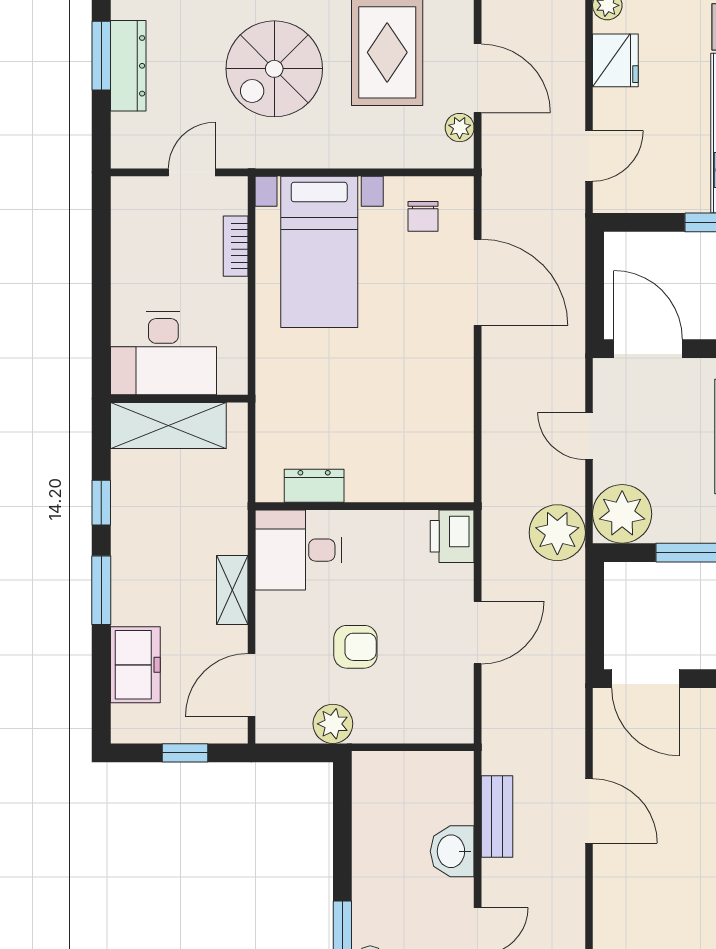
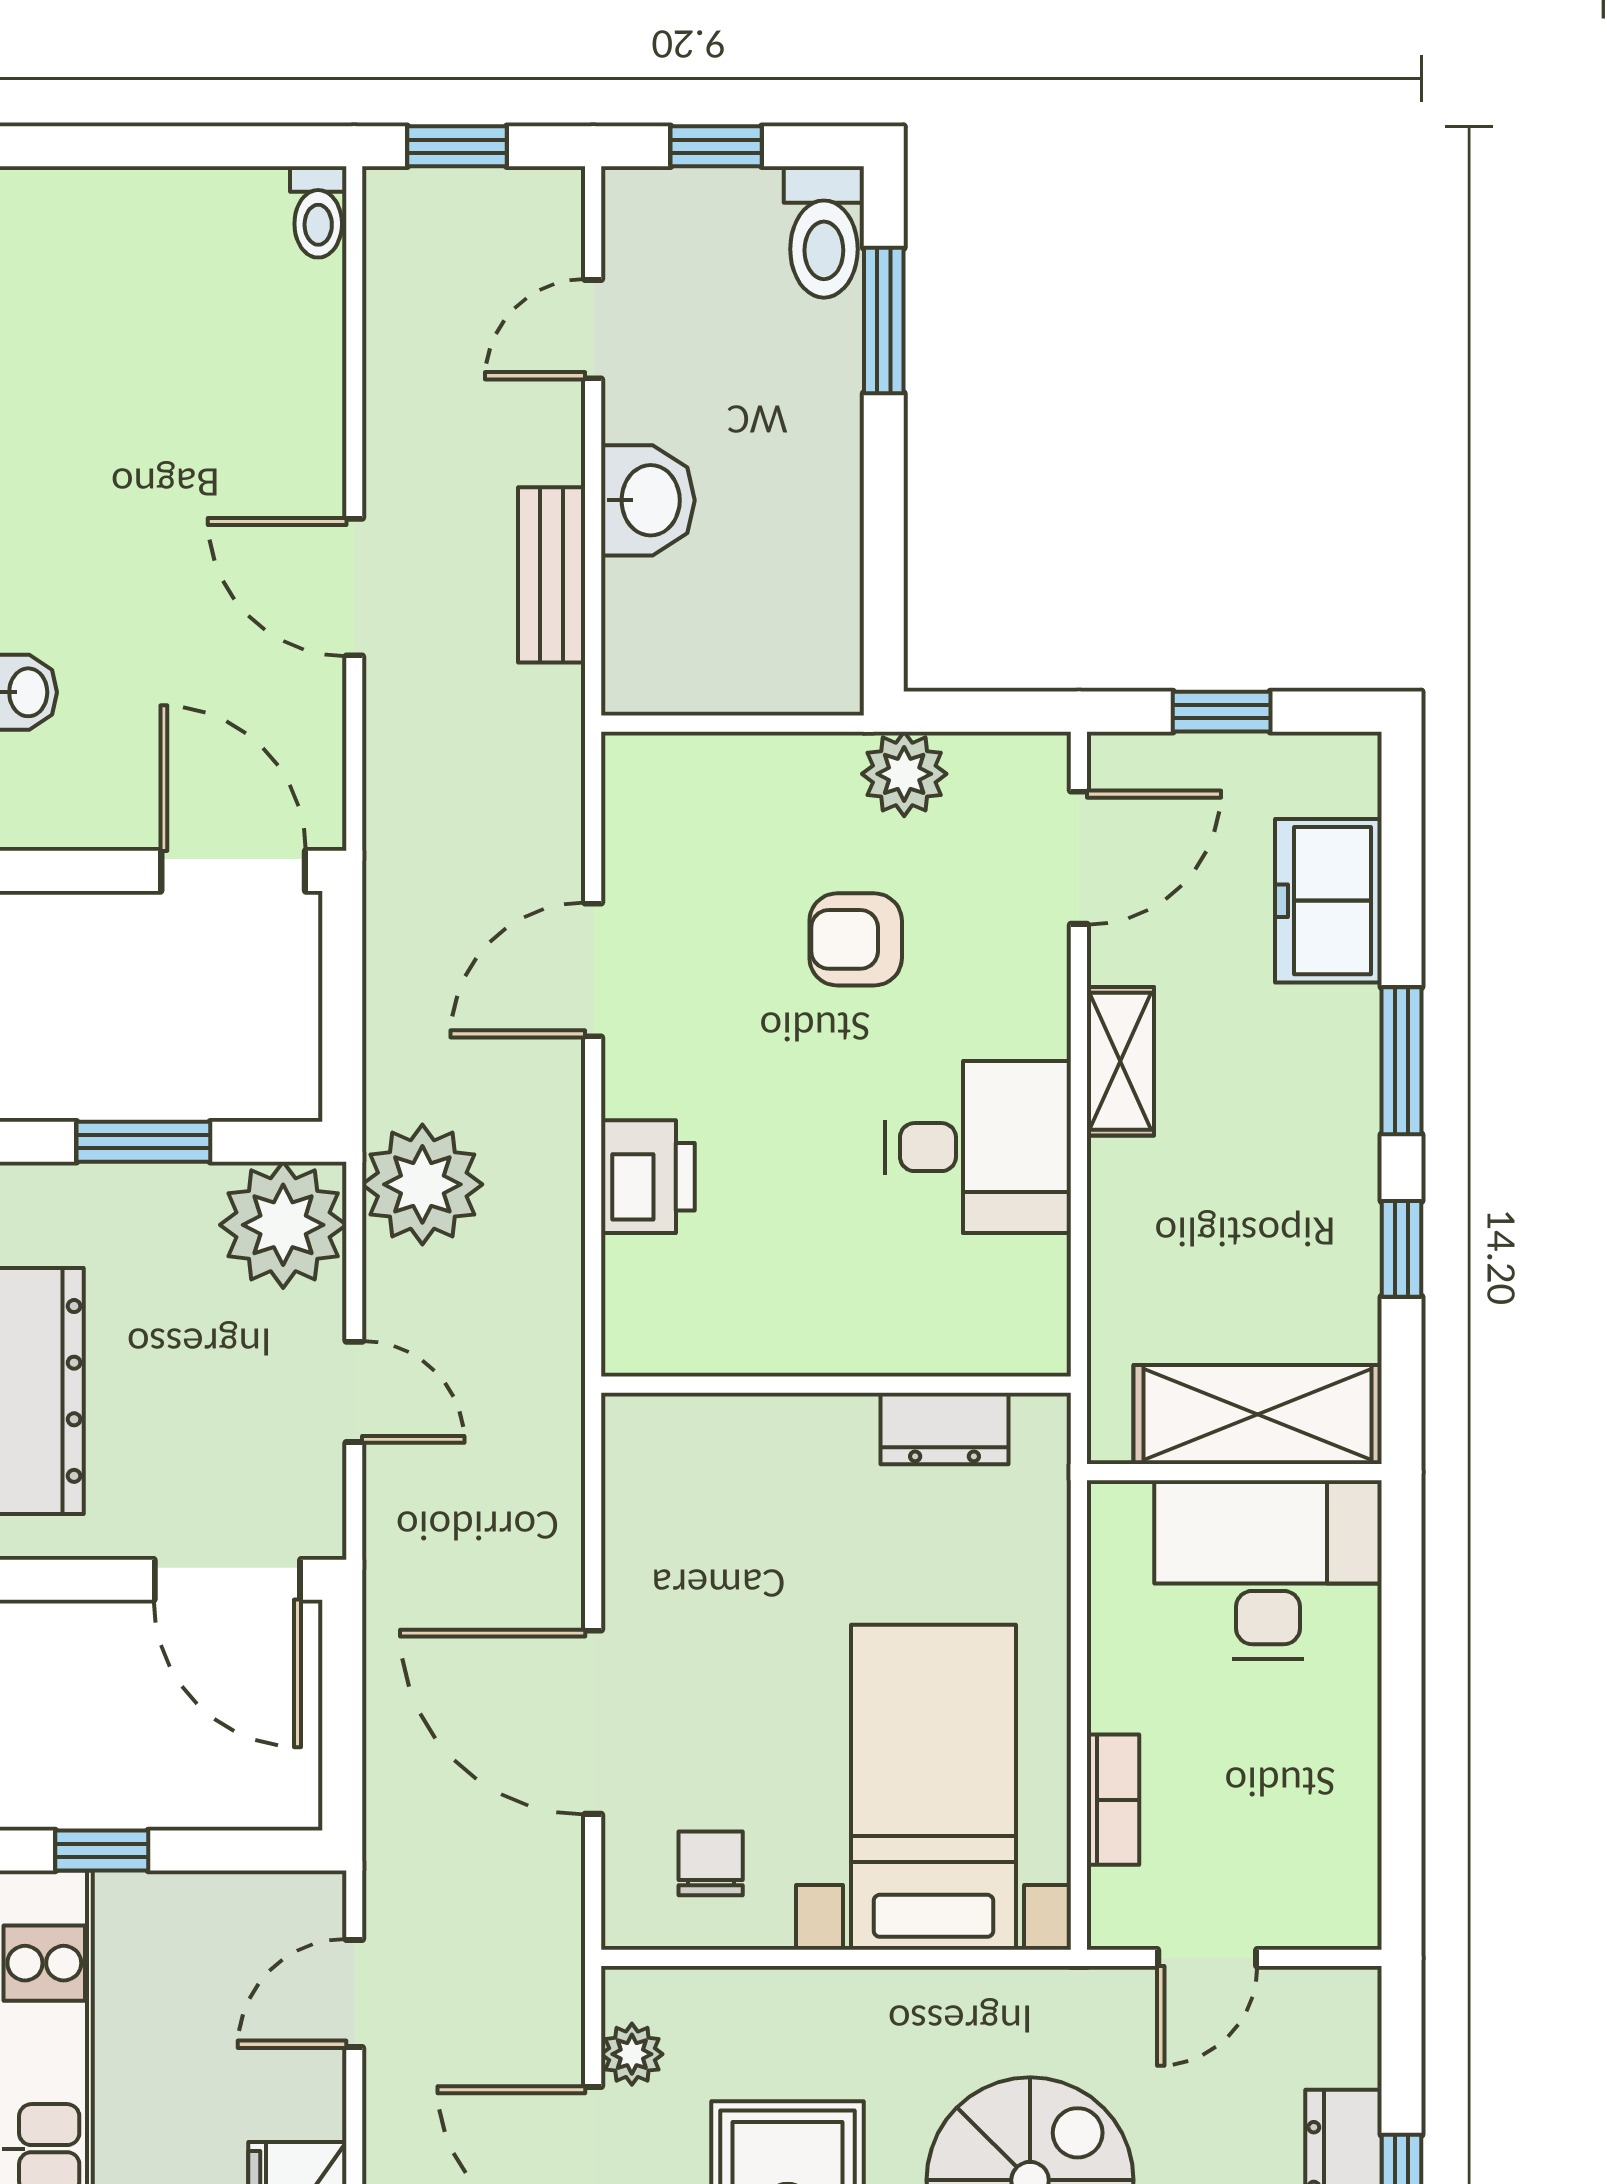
dresser: (314, 486) -> (944, 1428), moved
wall: (365, 506) -> (836, 1385), moved

